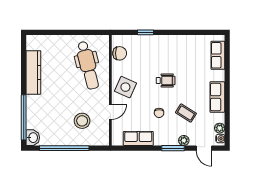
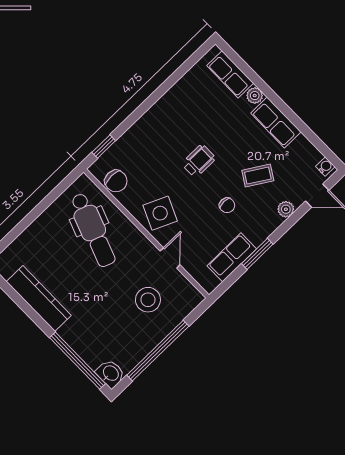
window: (146, 32) -> (104, 147), moved
chair: (120, 53) -> (116, 181), turned 90
dental chair: (88, 65) -> (93, 230), turned 34
plant: (220, 128) -> (255, 96), moved
window: (173, 148) -> (257, 254), moved

